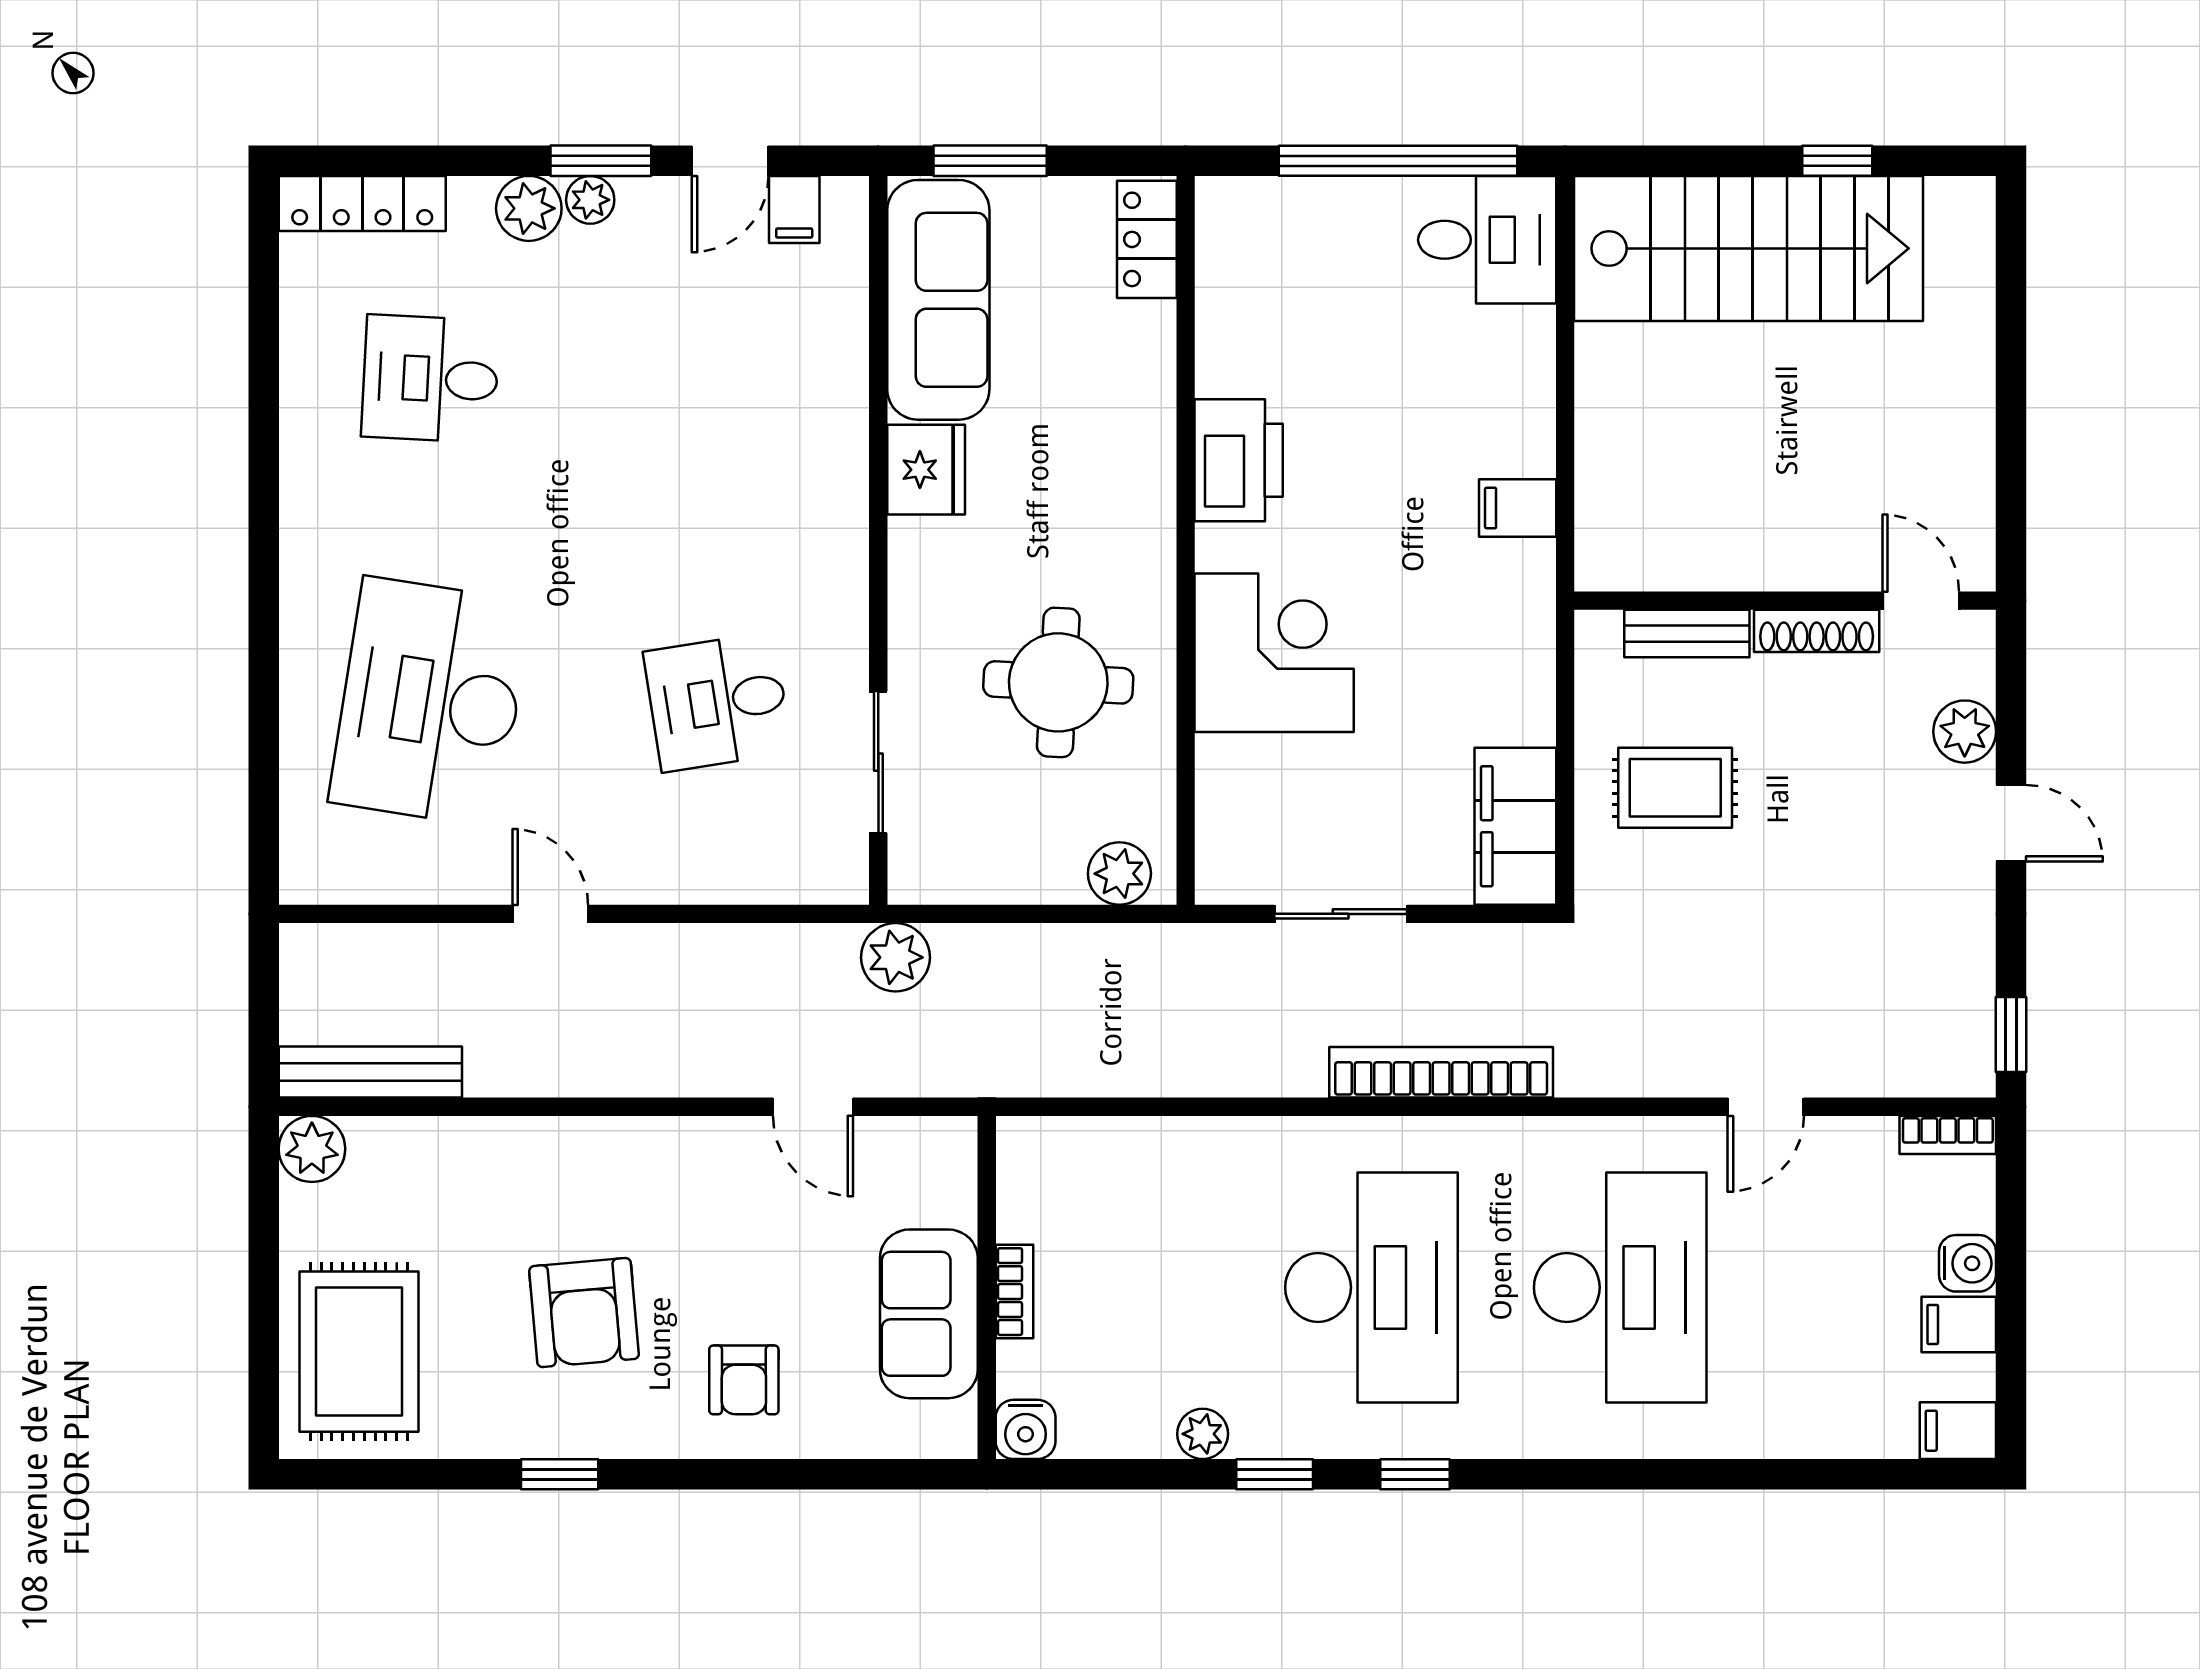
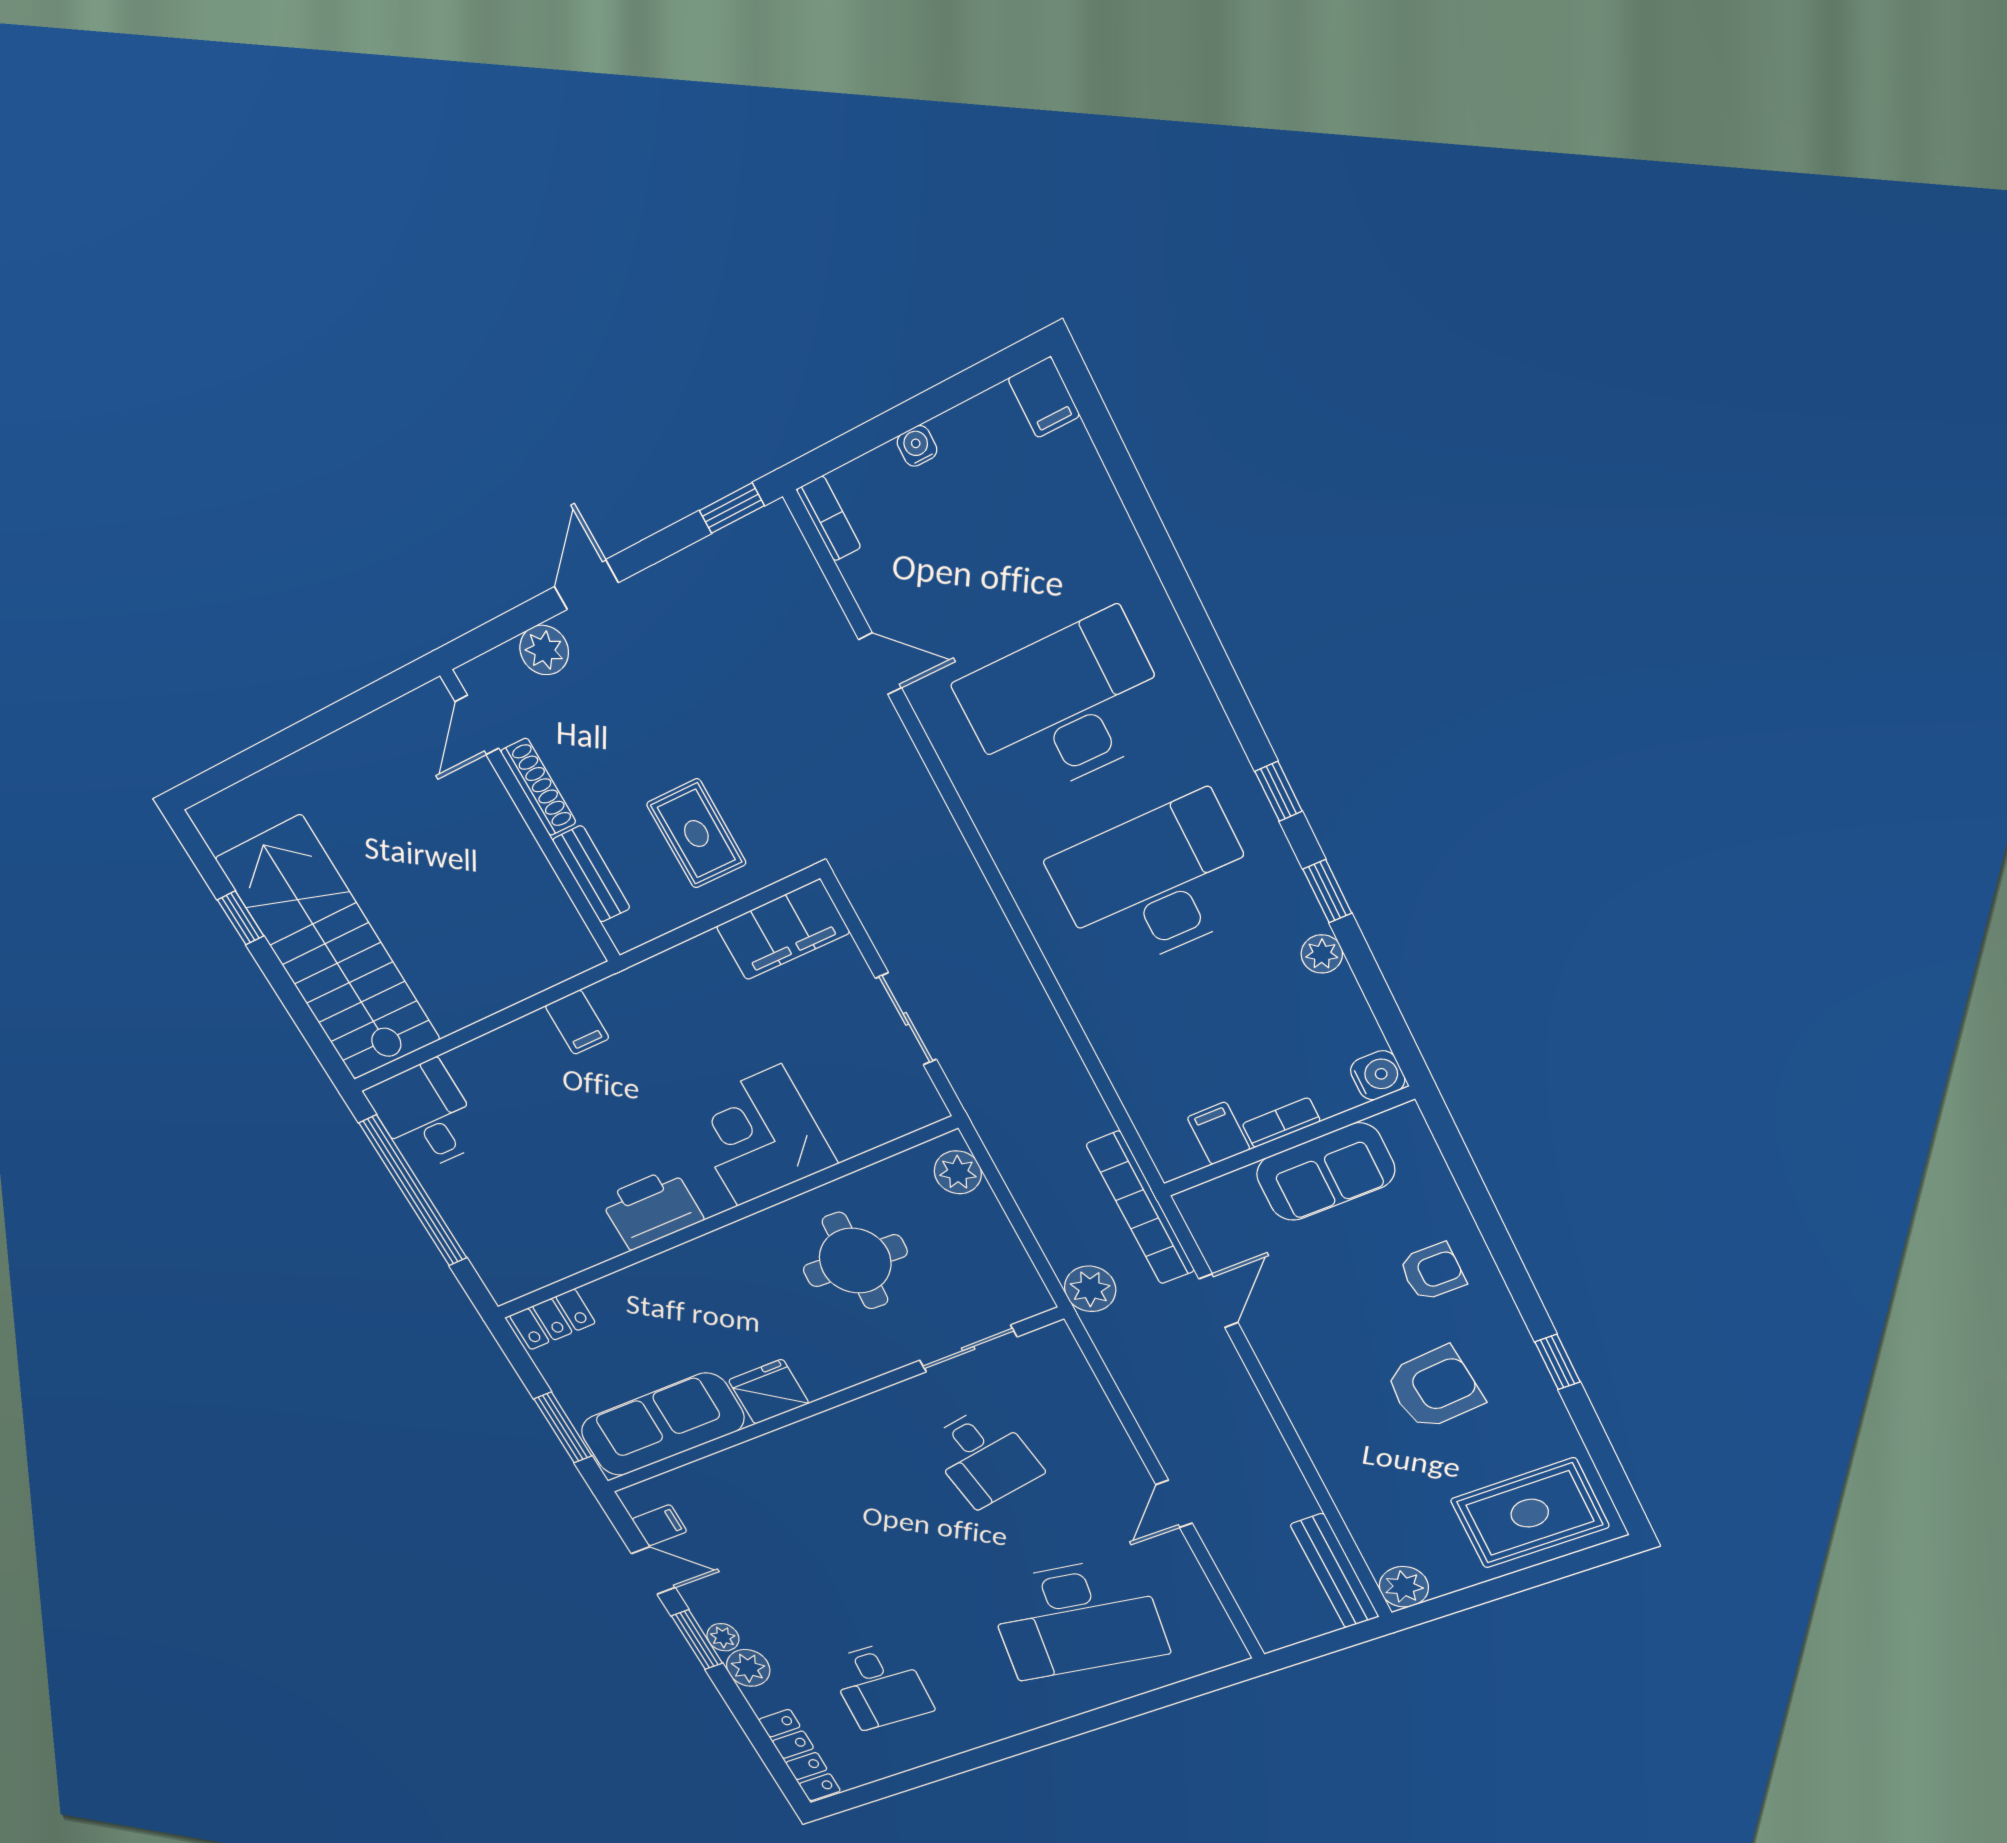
bookcase: (1441, 1072) -> (1141, 1208), moved
water cooler: (1968, 1263) -> (917, 446), width x0.72, depth x0.72
filing cabinet: (1959, 1324) -> (1219, 1133), moved, turned 180

